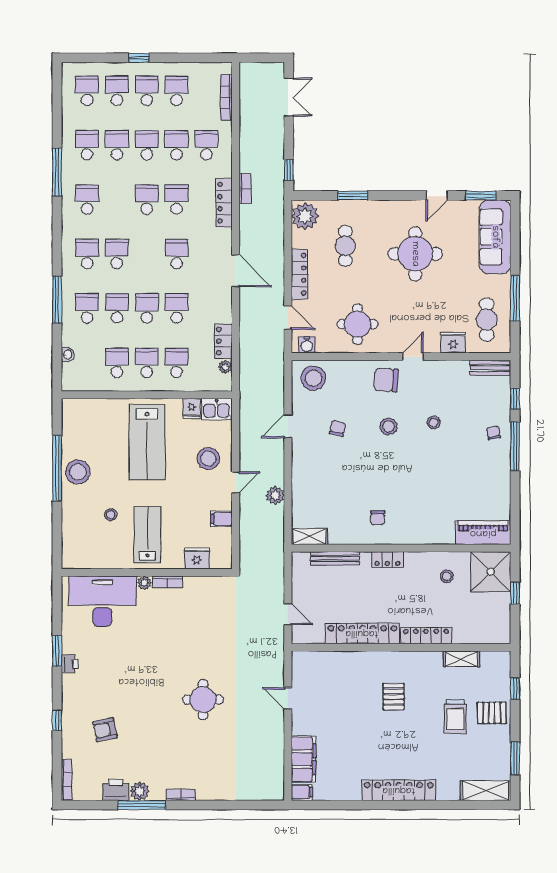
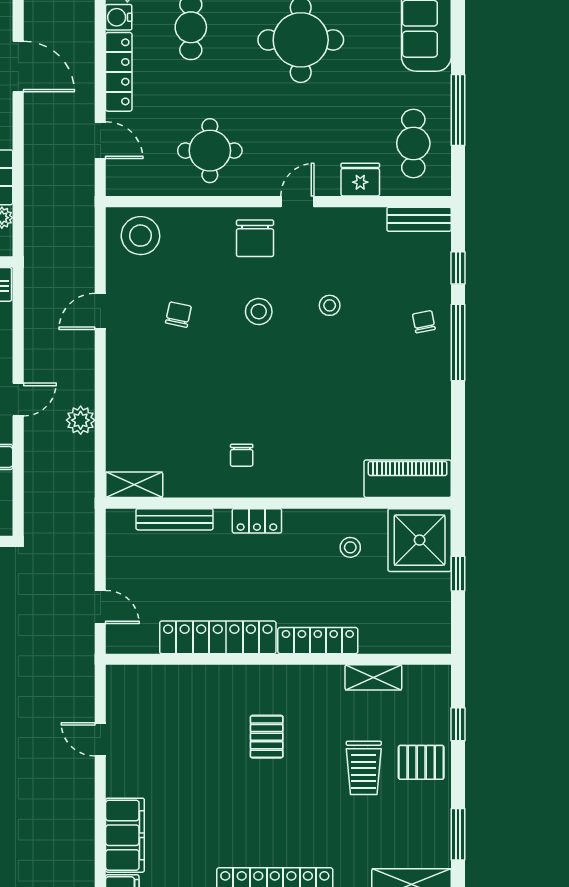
water cooler: (307, 345) -> (119, 17), moved, turned 90
chair: (386, 380) -> (255, 238), turned -94

